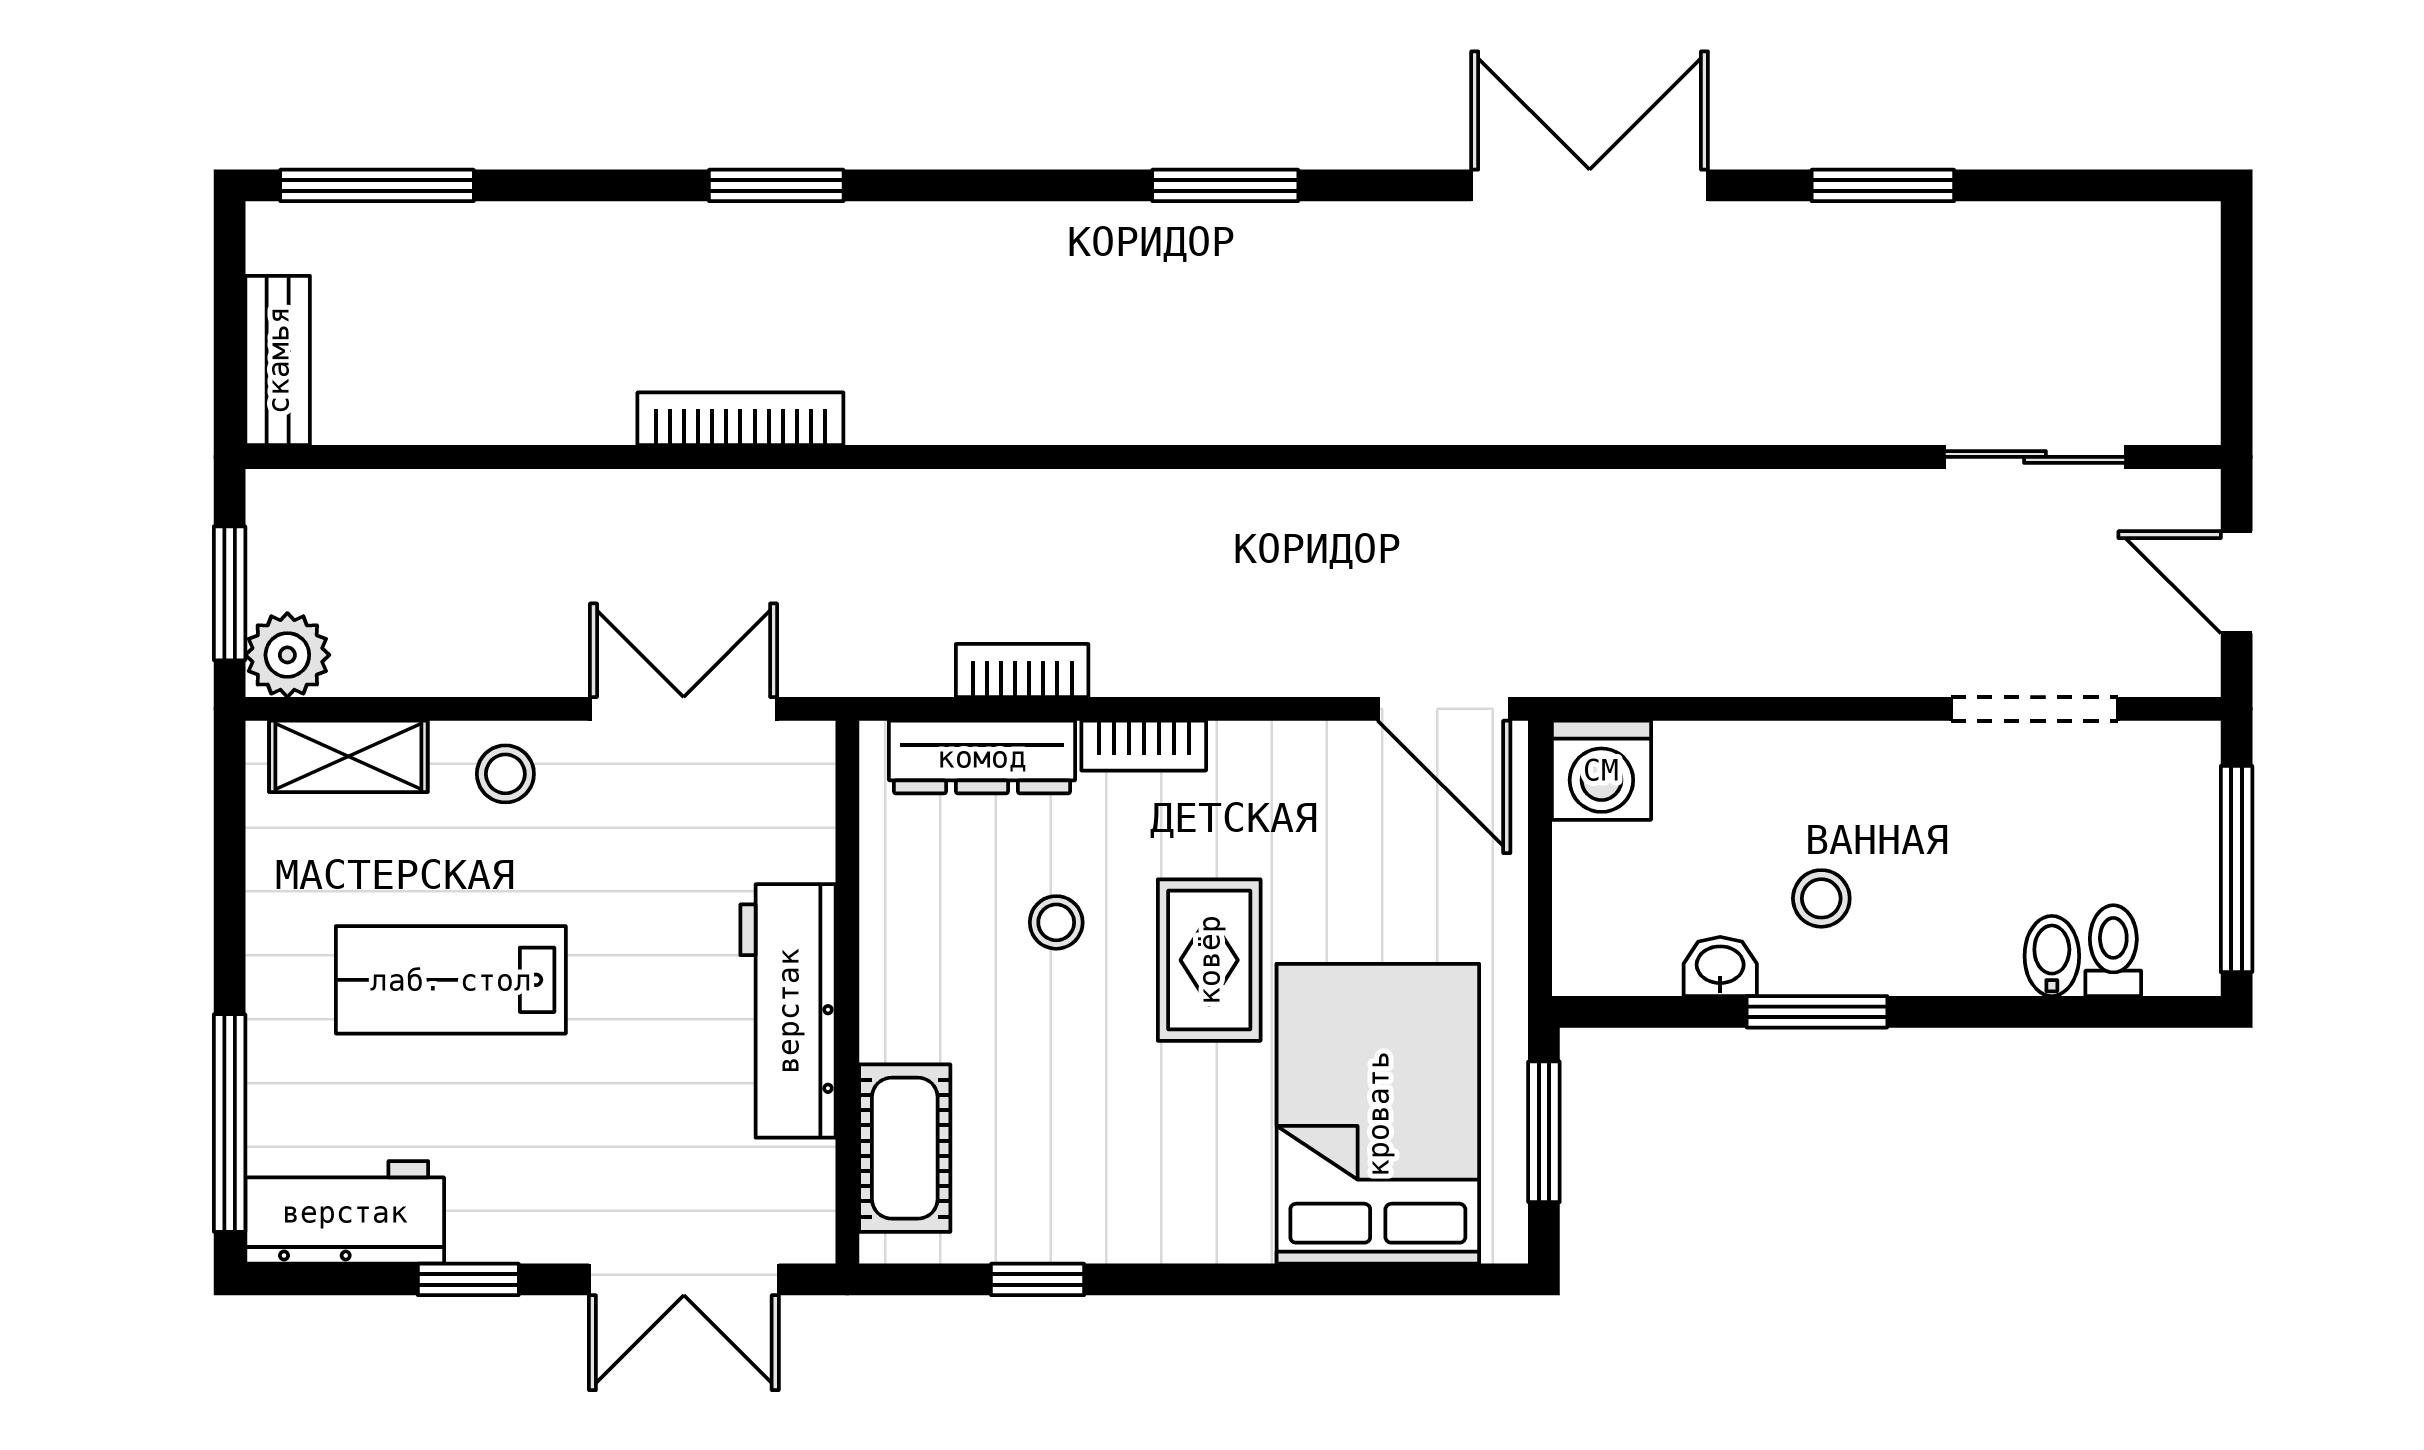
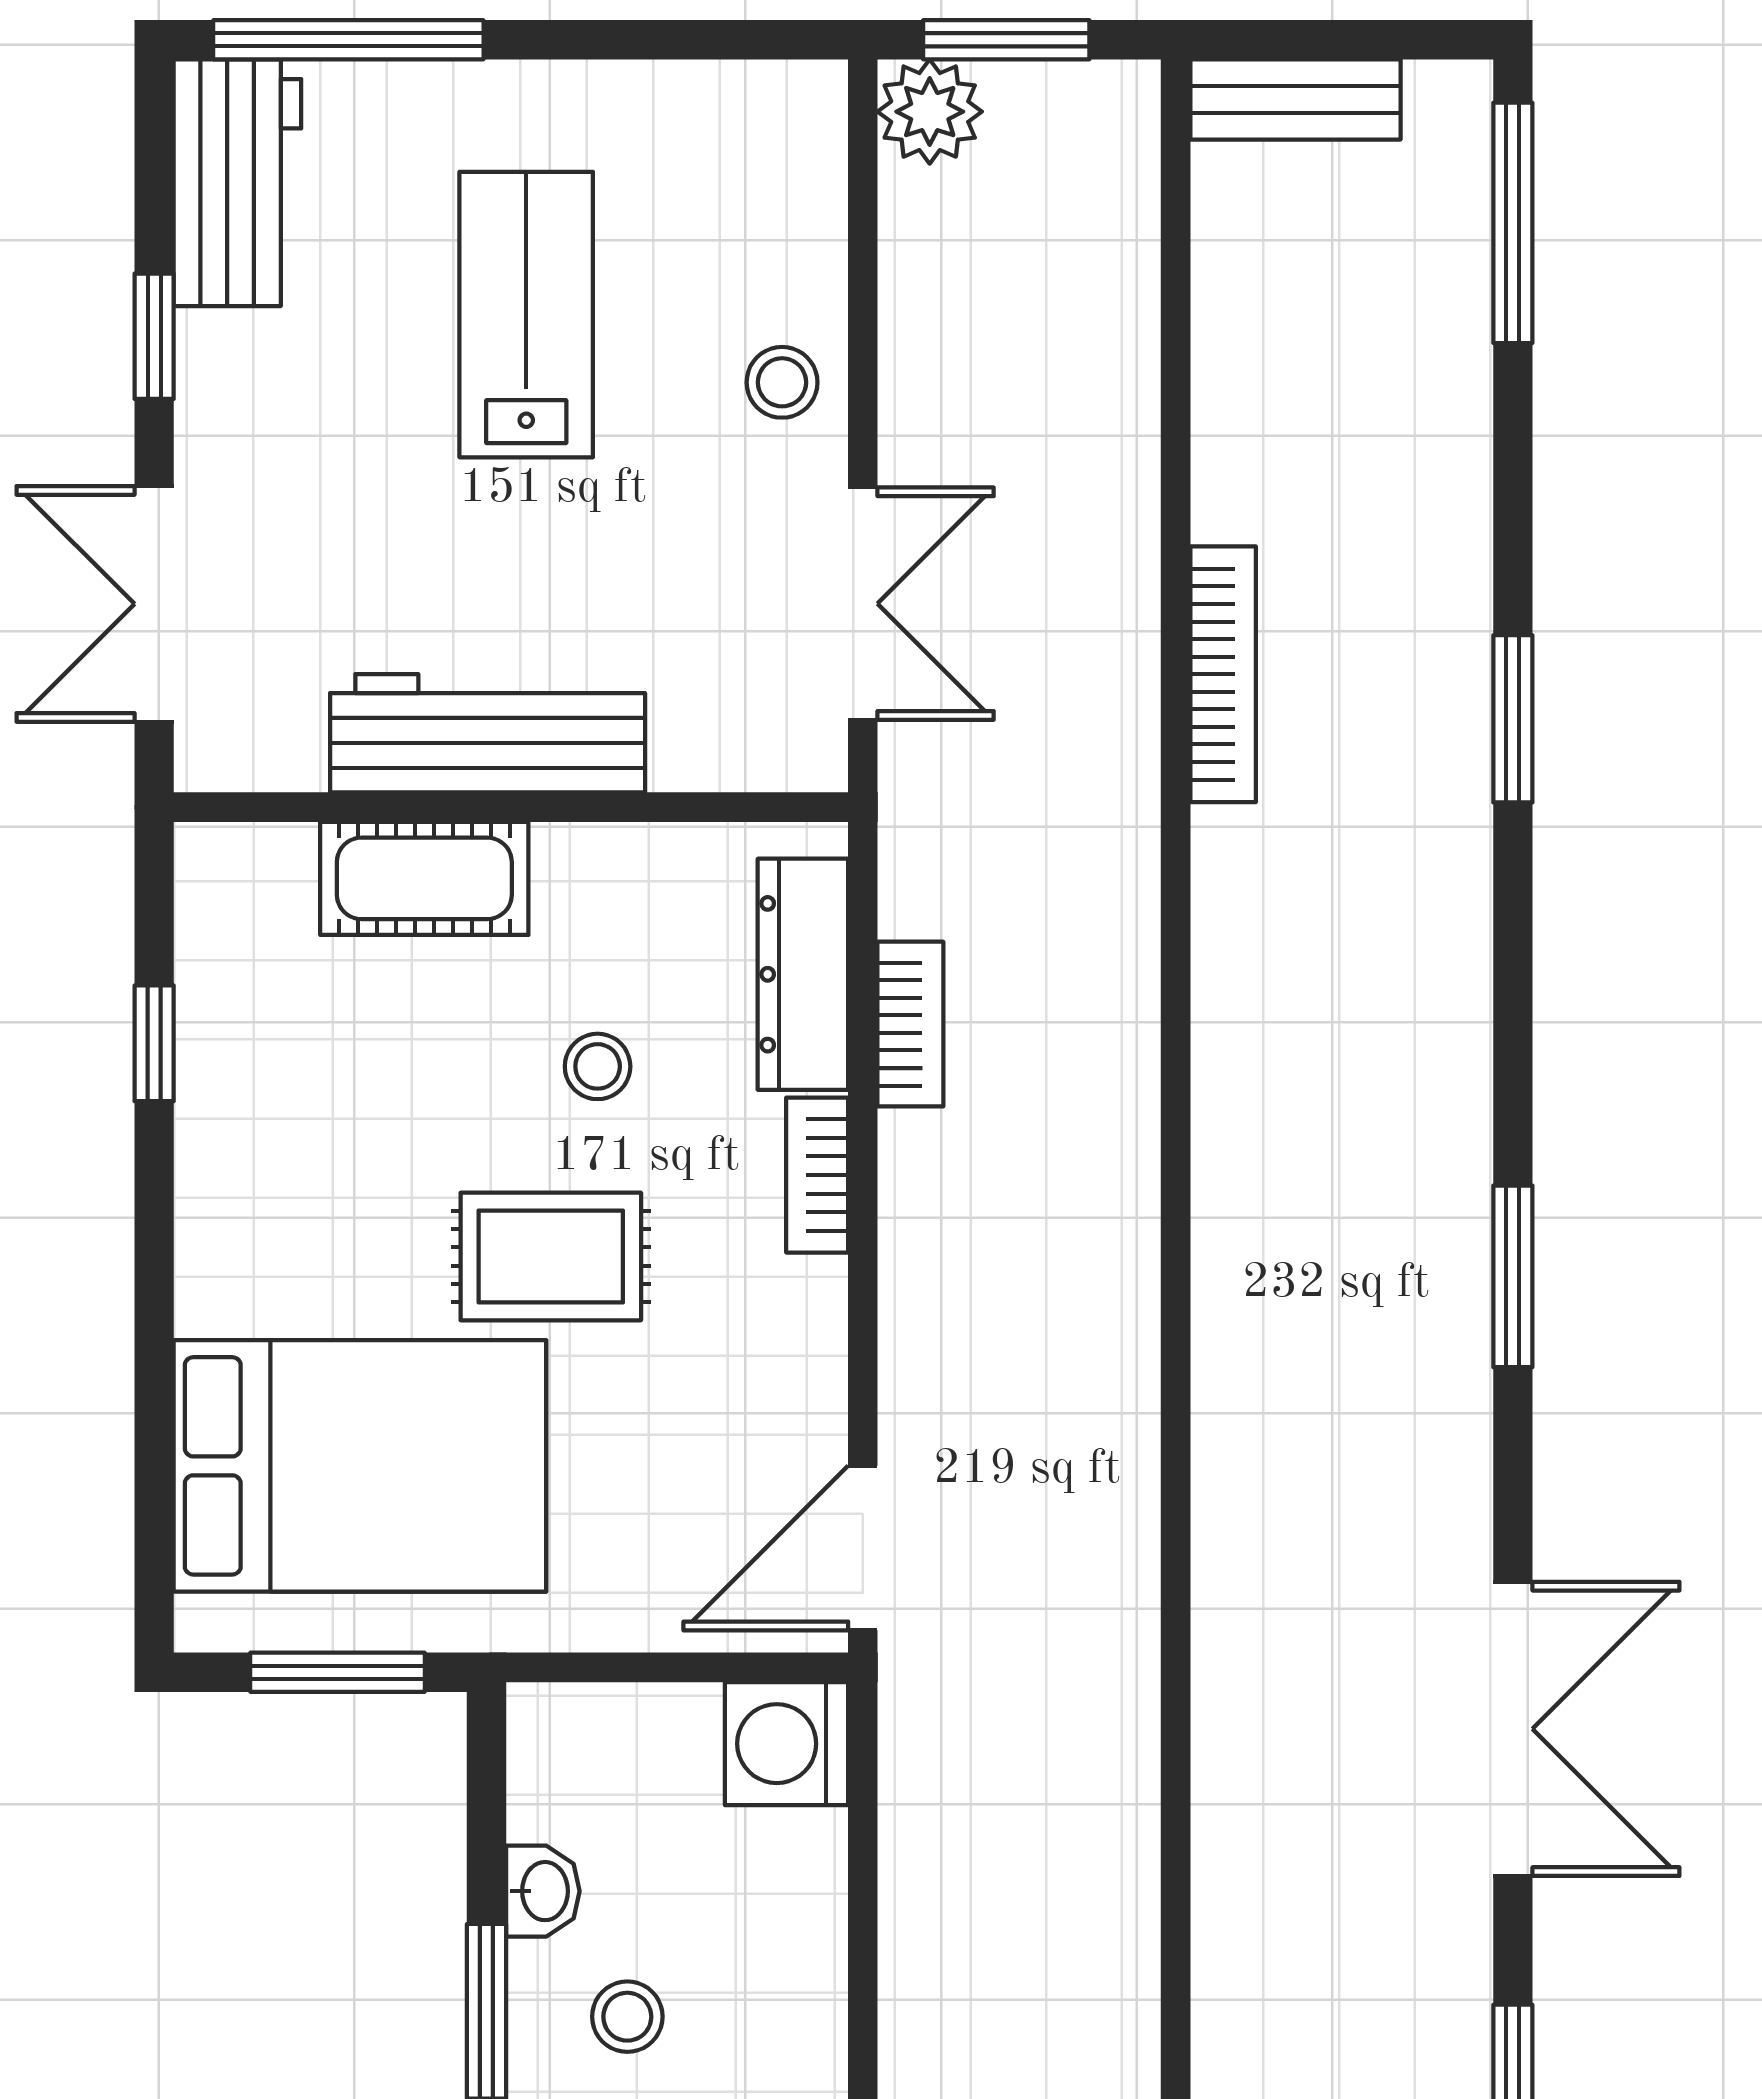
shelving: (348, 756) -> (804, 187), removed
cot: (905, 1148) -> (424, 878), moved

